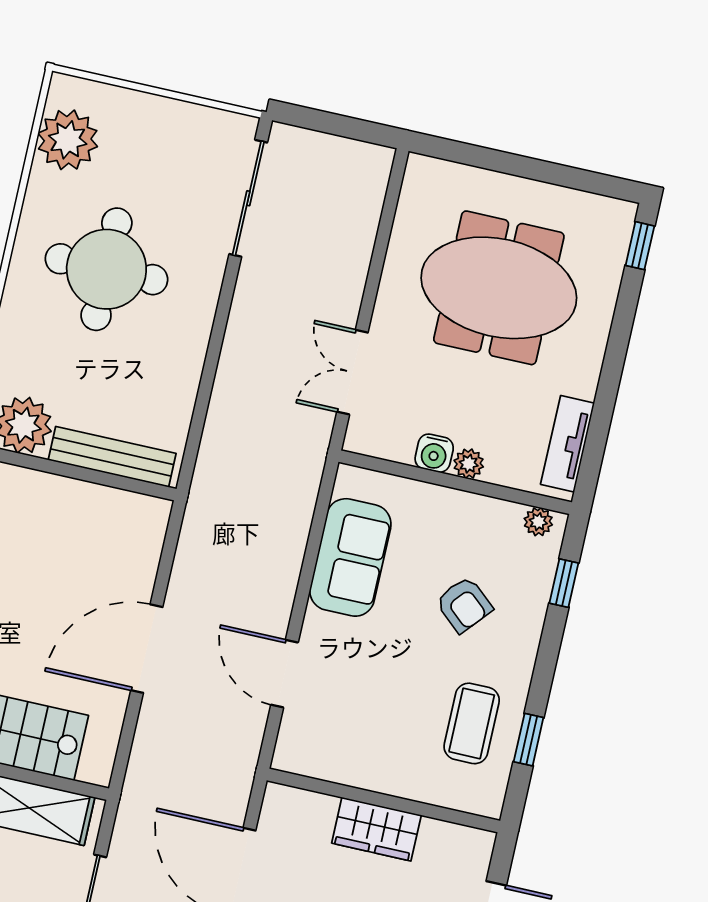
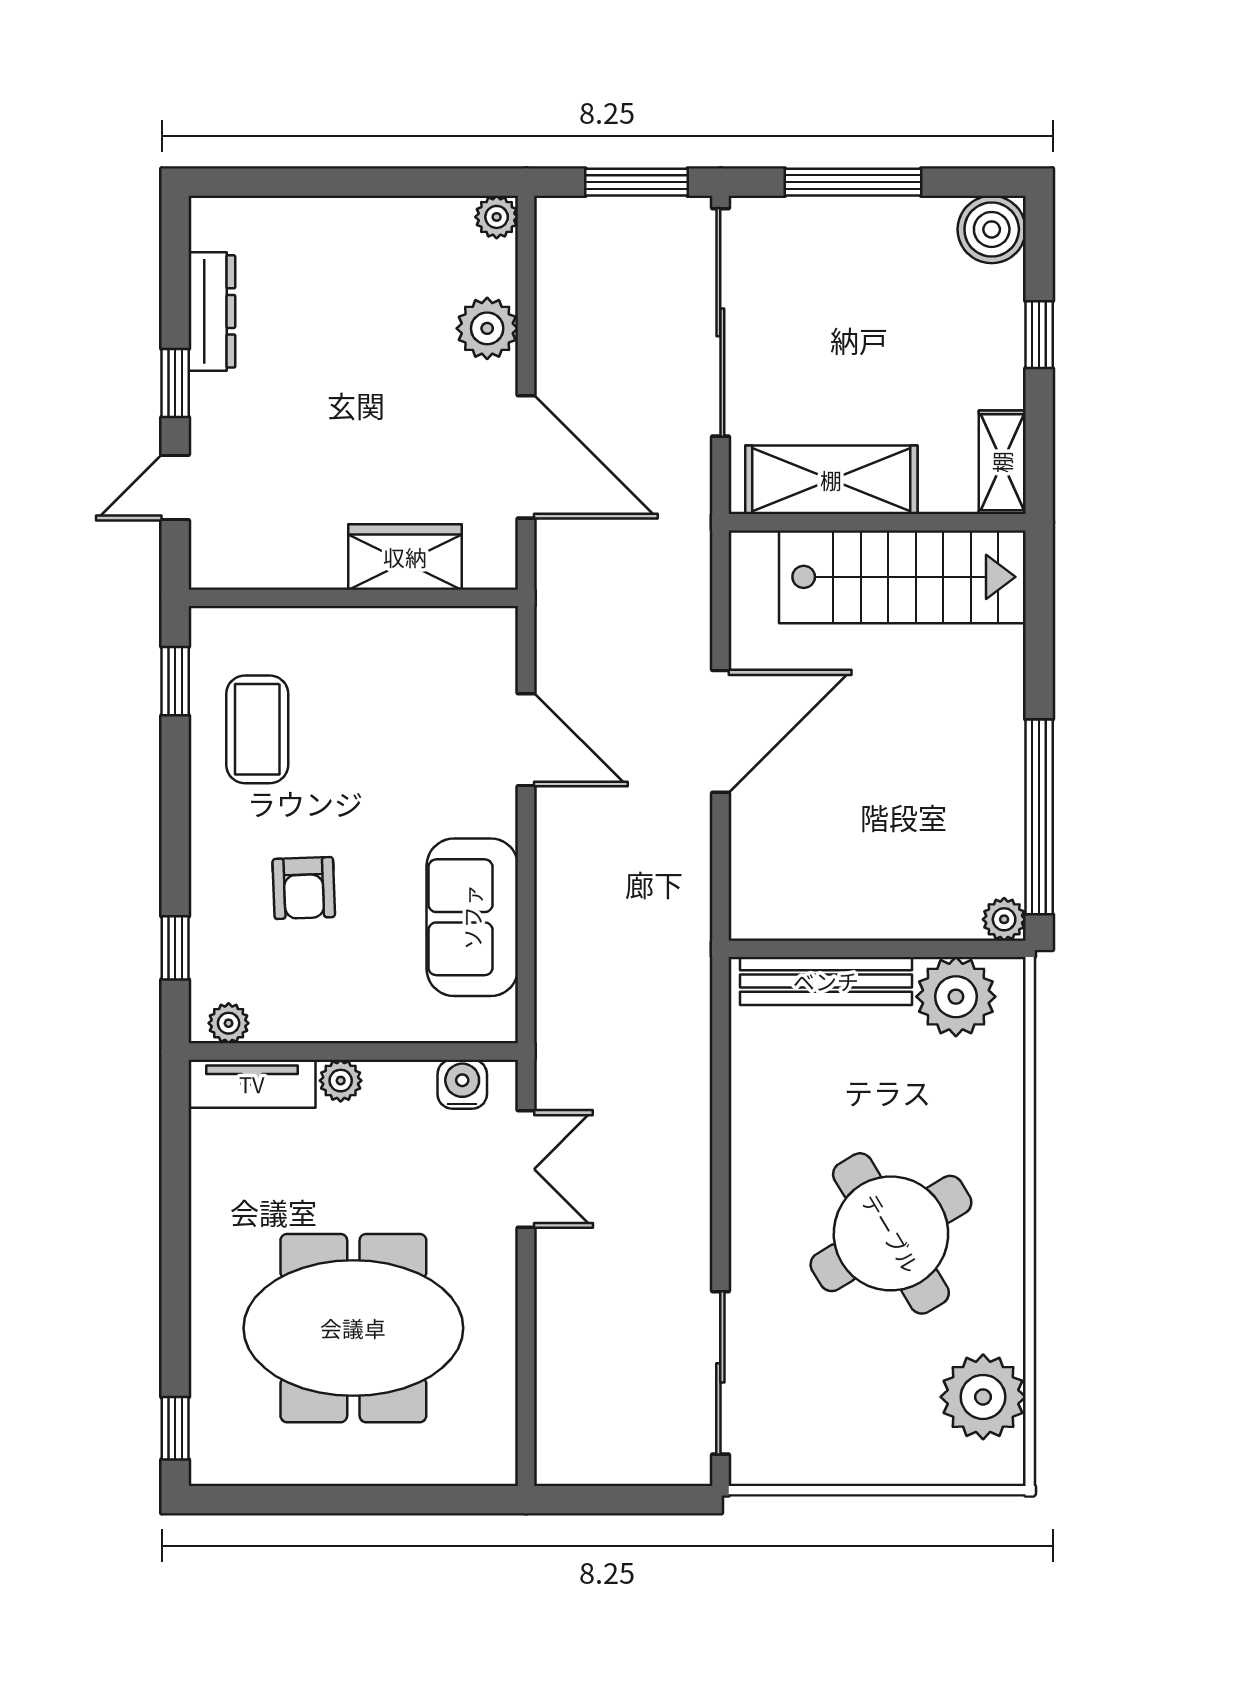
round table: (106, 269) -> (891, 1233), turned -31
tv unit: (567, 444) -> (252, 1084), moved, turned 90
water cooler: (434, 453) -> (462, 1084), moved
armchair: (464, 605) -> (304, 888), turned -133
window: (529, 740) -> (175, 681), moved
wardrobe: (376, 829) -> (405, 557), moved

